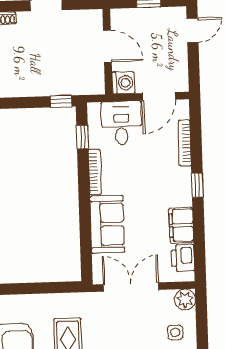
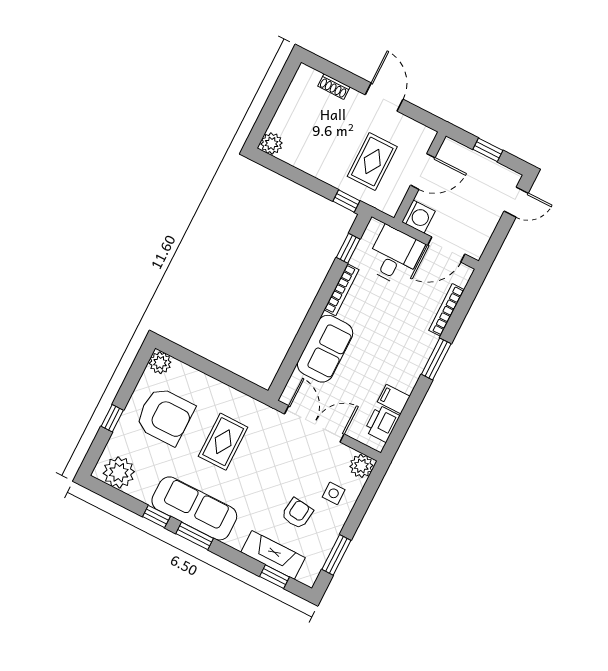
door: (107, 46) -> (423, 171), hinge flipped
rug: (64, 60) -> (372, 162), added
window: (197, 185) -> (436, 359), width x1.50
filing cabinet: (181, 225) -> (394, 399), width x0.50

